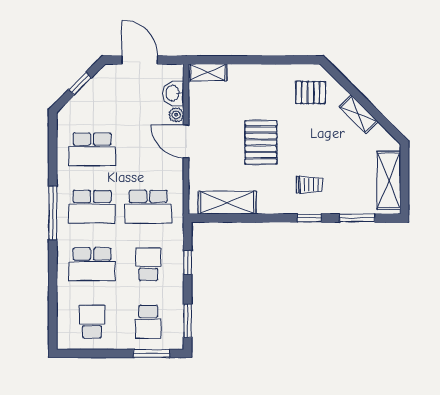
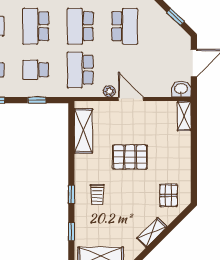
washbasin: (173, 93) -> (181, 89), moved
plant: (176, 115) -> (109, 91), moved
door: (186, 141) -> (131, 99), hinge flipped
school desk: (92, 149) -> (125, 26), turned 180
window: (357, 218) -> (71, 232), width x0.67
school desk: (148, 264) -> (36, 70), turned 180

